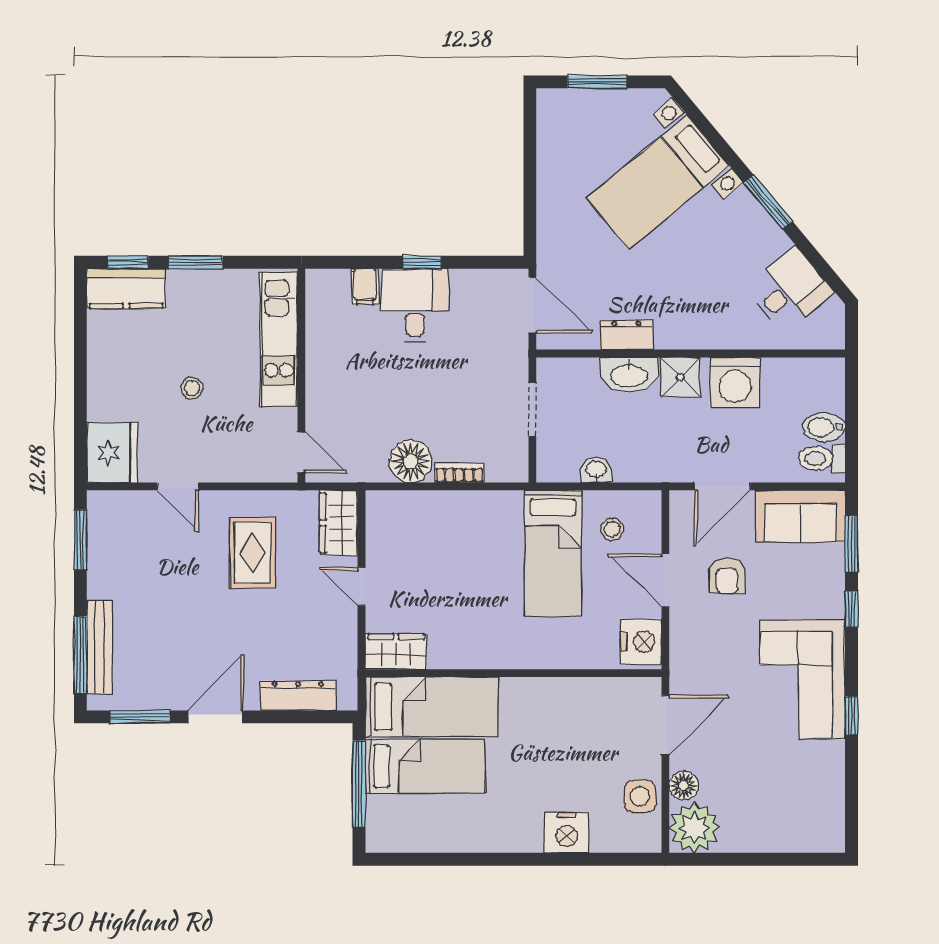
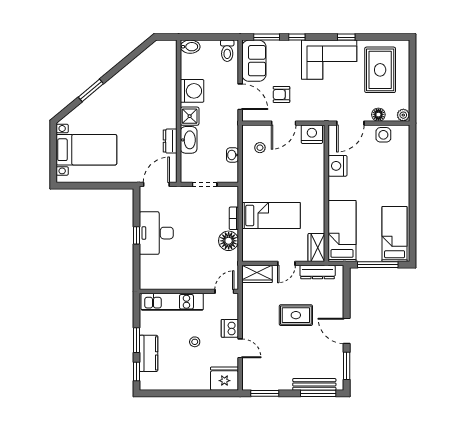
window: (597, 82) -> (53, 155), removed
bed with nightstands: (658, 182) -> (86, 150), moved, turned -50
window: (768, 202) -> (91, 90), moved
filing cabinet: (365, 287) -> (148, 262), removed
kitchen counter: (126, 288) -> (149, 353), moved
desk: (789, 290) -> (149, 66), removed
desk: (415, 305) -> (156, 233), width x1.37
bidet: (824, 427) -> (190, 47), moved, turned -90
dishwasher: (221, 464) -> (230, 328), added
door: (178, 486) -> (240, 348), hinge flipped
rug: (253, 553) -> (296, 315), moved
bed: (553, 553) -> (271, 216), moved
armchair: (727, 576) -> (281, 94), turned 180
dresser: (298, 696) -> (318, 272), moved, turned -90
door: (665, 725) -> (350, 123), swing flipped
bed: (425, 766) -> (395, 234), moved
rug: (780, 789) -> (380, 70), added
plant: (694, 828) -> (403, 115), width x0.53, depth x0.53
nightstand: (566, 833) -> (338, 166), moved, turned 180

